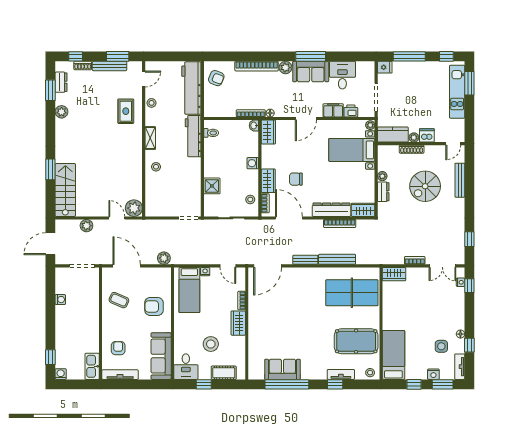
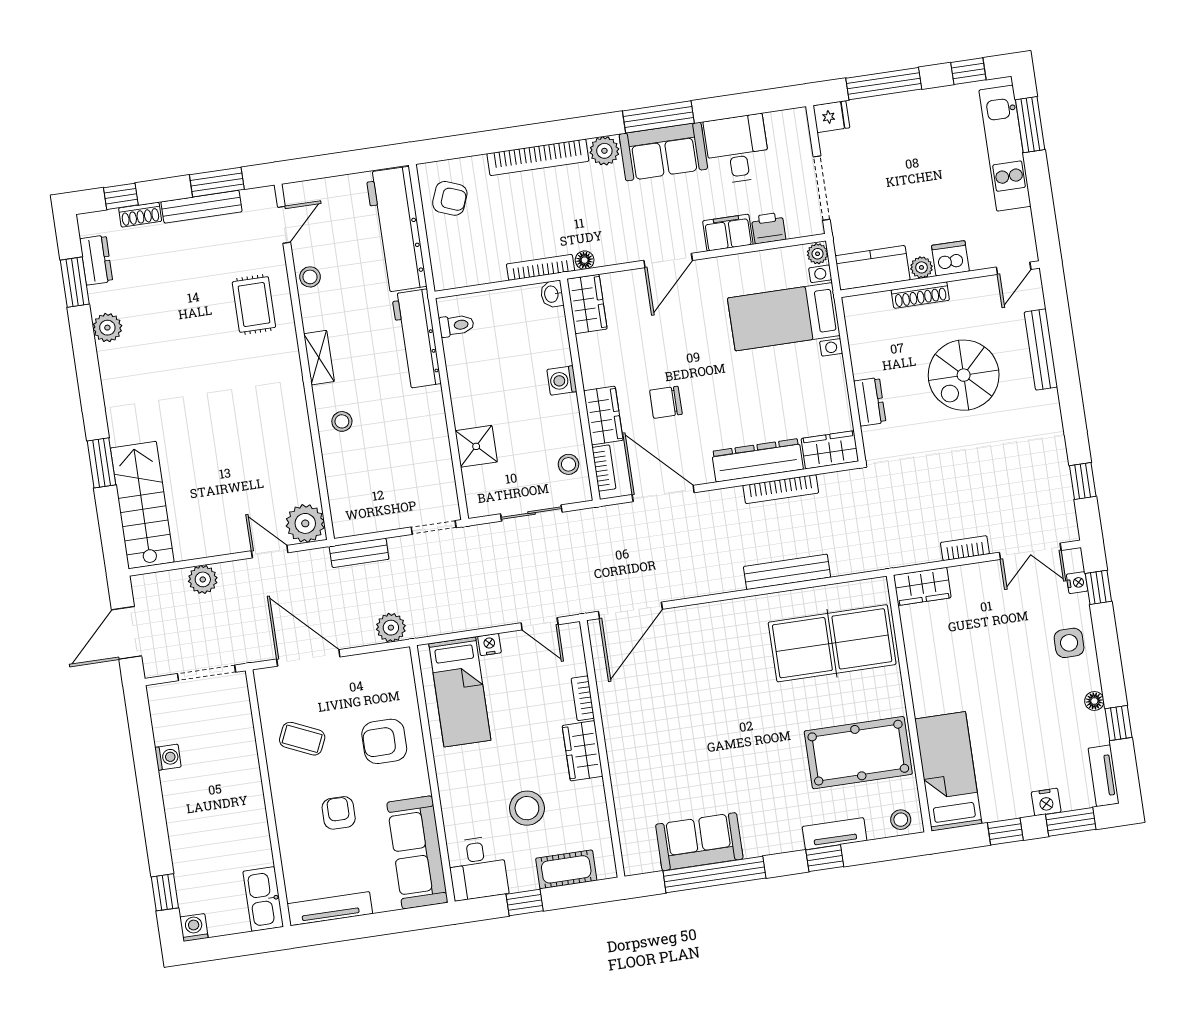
plant: (382, 176) -> (862, 366), removed
bench: (305, 260) -> (359, 553), moved
side table: (441, 346) -> (1069, 643), moved
armchair: (118, 348) -> (339, 813), moved

